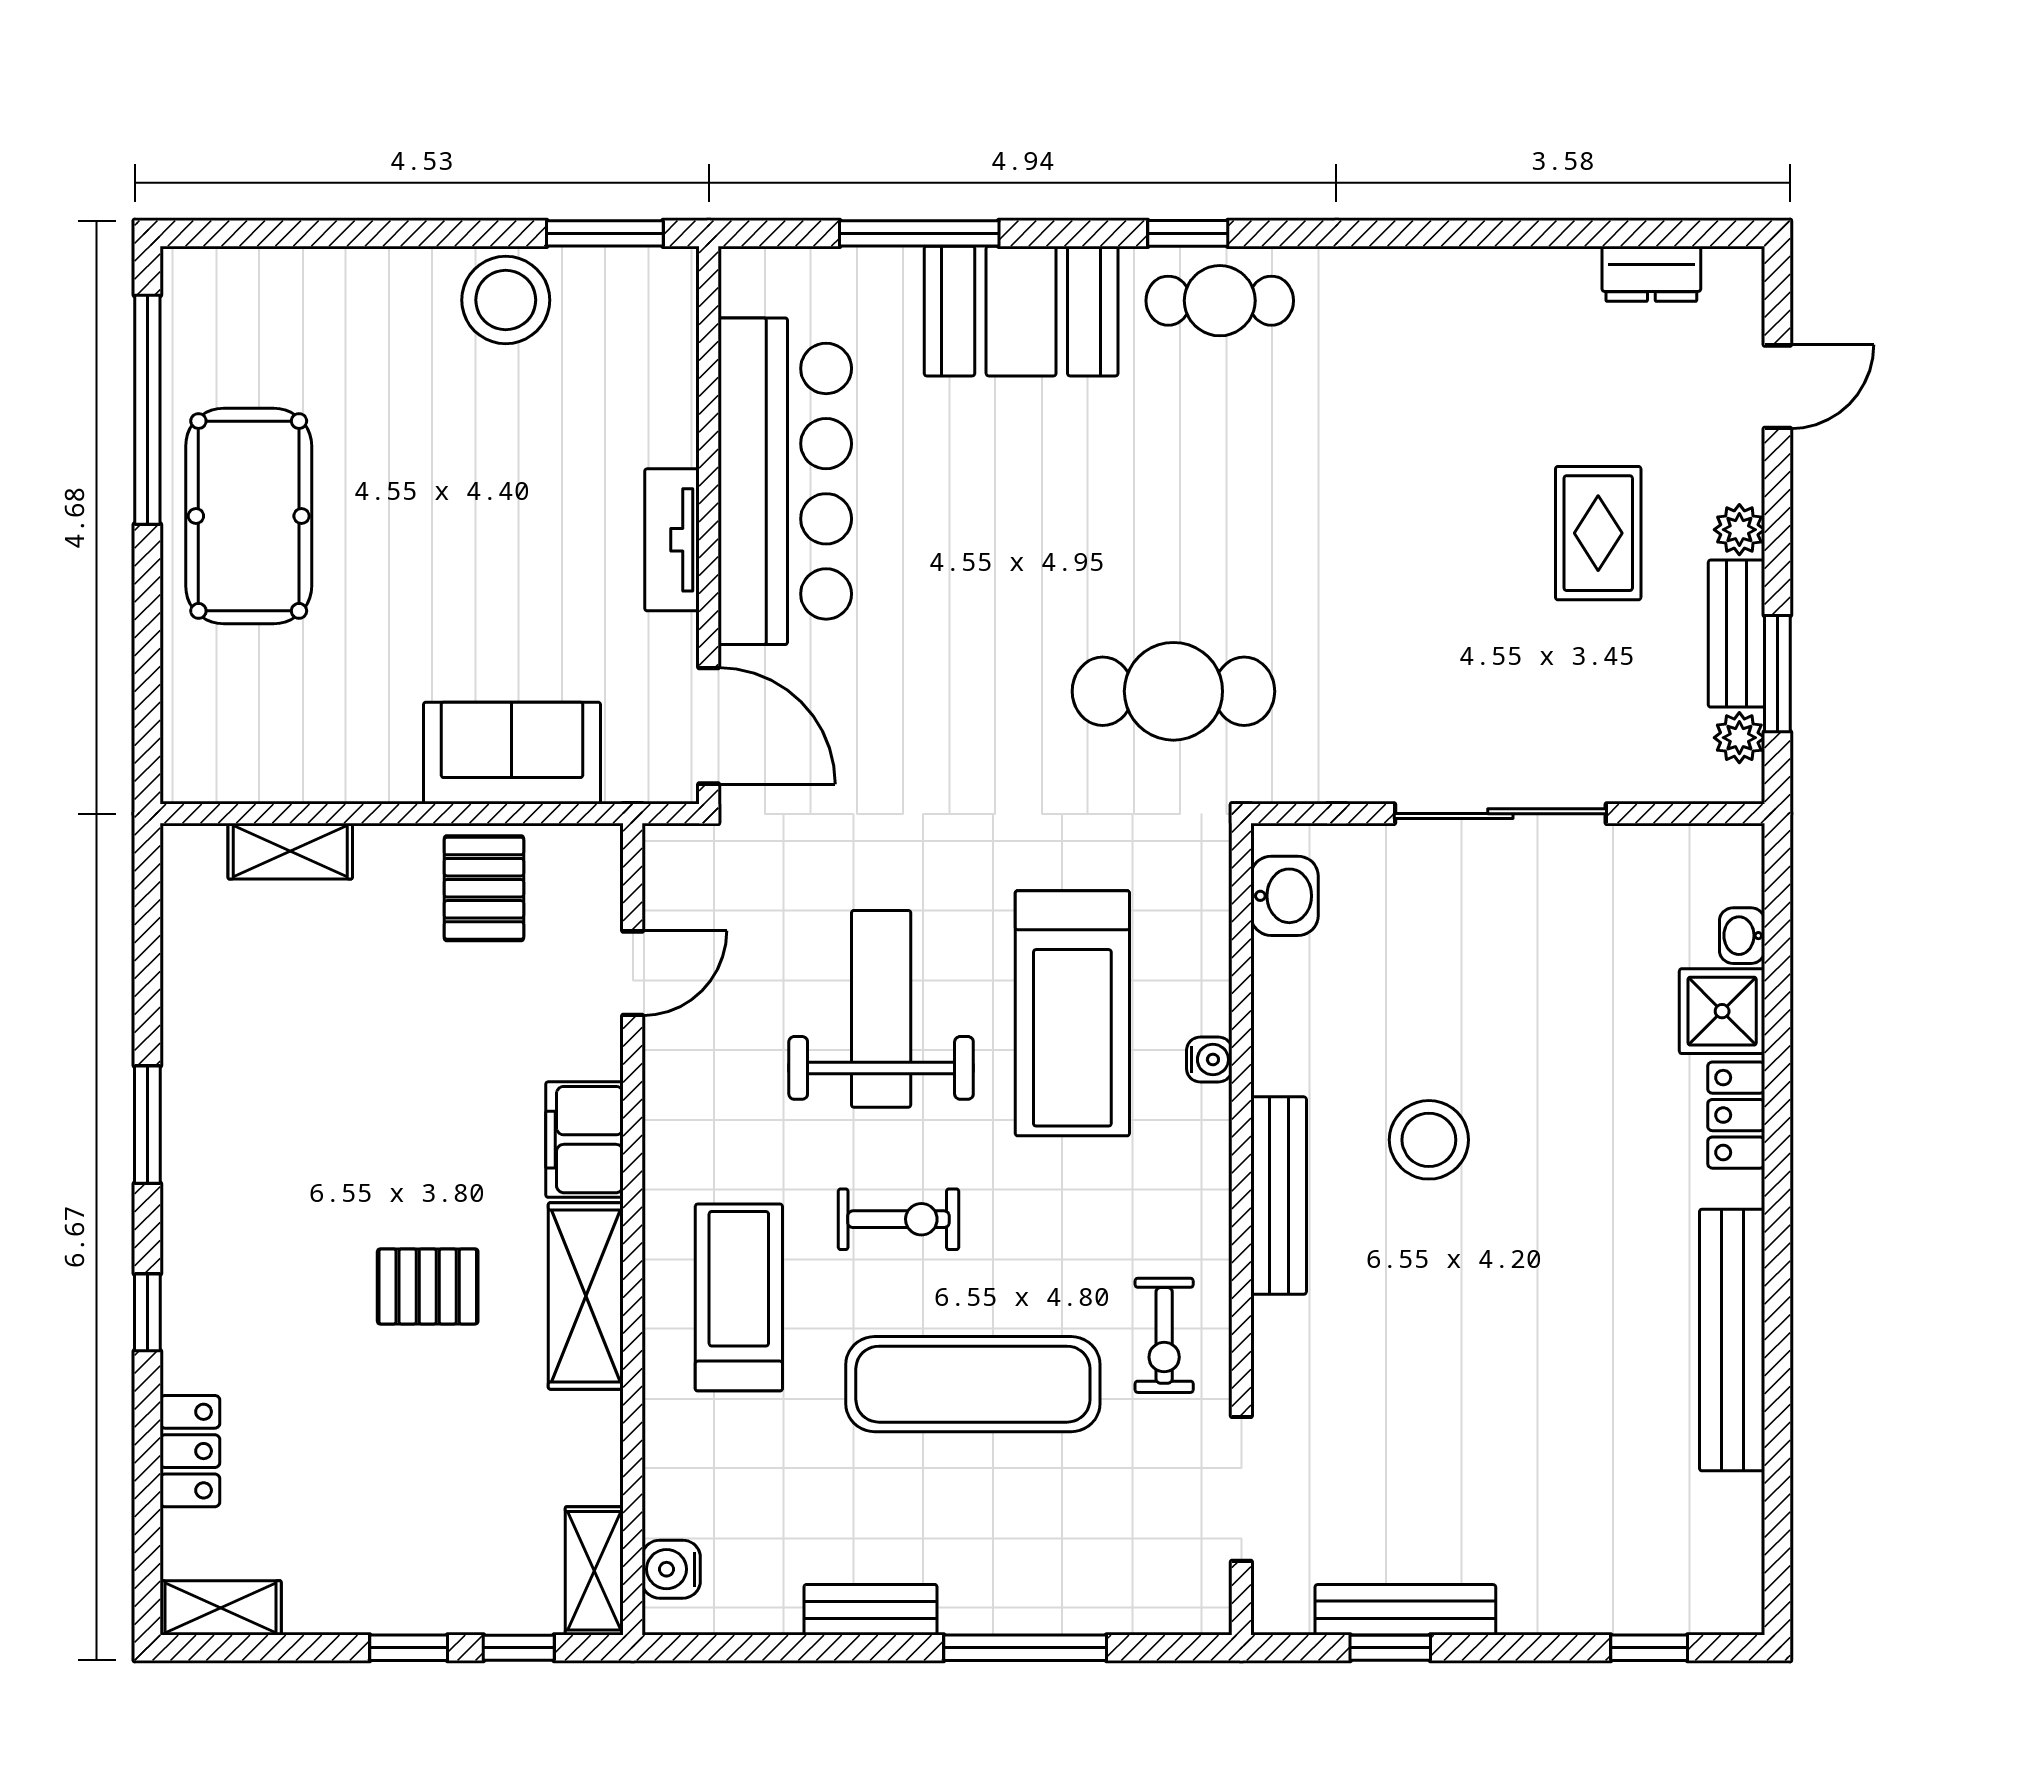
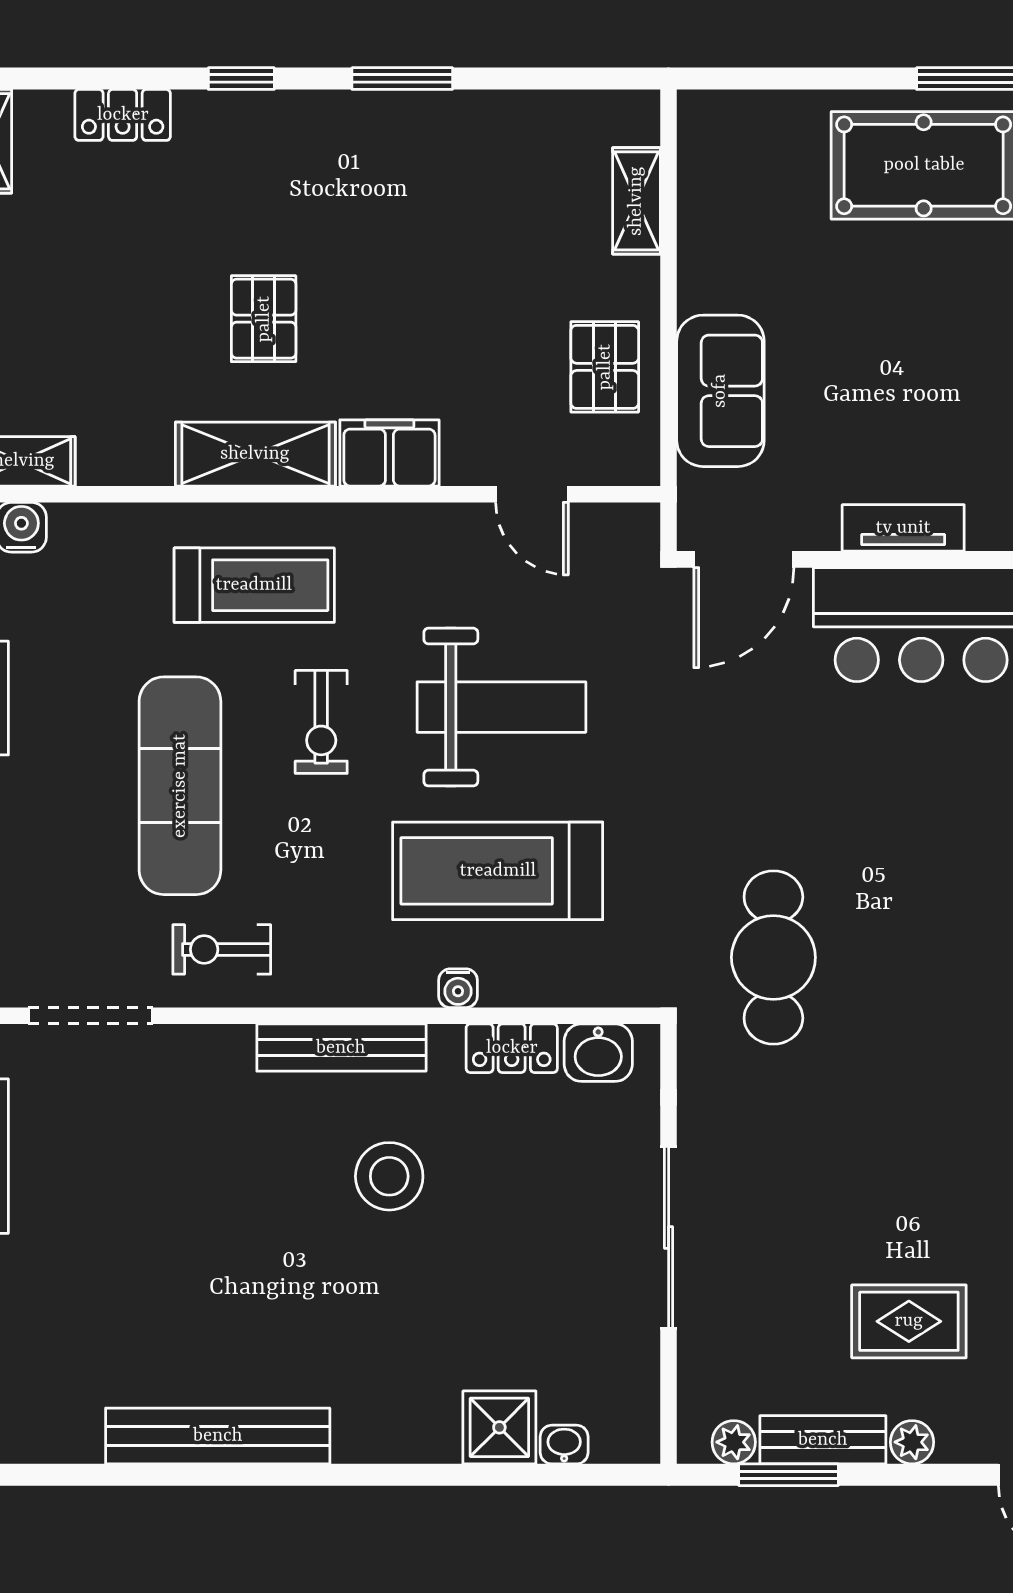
pallet: (484, 888) -> (605, 367), turned 90
locker: (1736, 1115) -> (512, 1048), moved, turned 180

